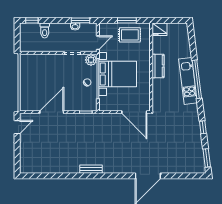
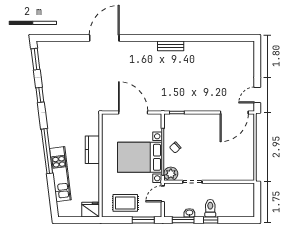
window: (32, 20) -> (211, 220), moved
window: (127, 20) -> (143, 220), moved
toilet: (45, 30) -> (210, 208), moved
kitchen counter: (158, 66) -> (92, 150), moved
kitchen unit: (188, 81) -> (60, 174), moved
door: (52, 112) -> (234, 113), moved
door: (134, 112) -> (133, 113), moved

